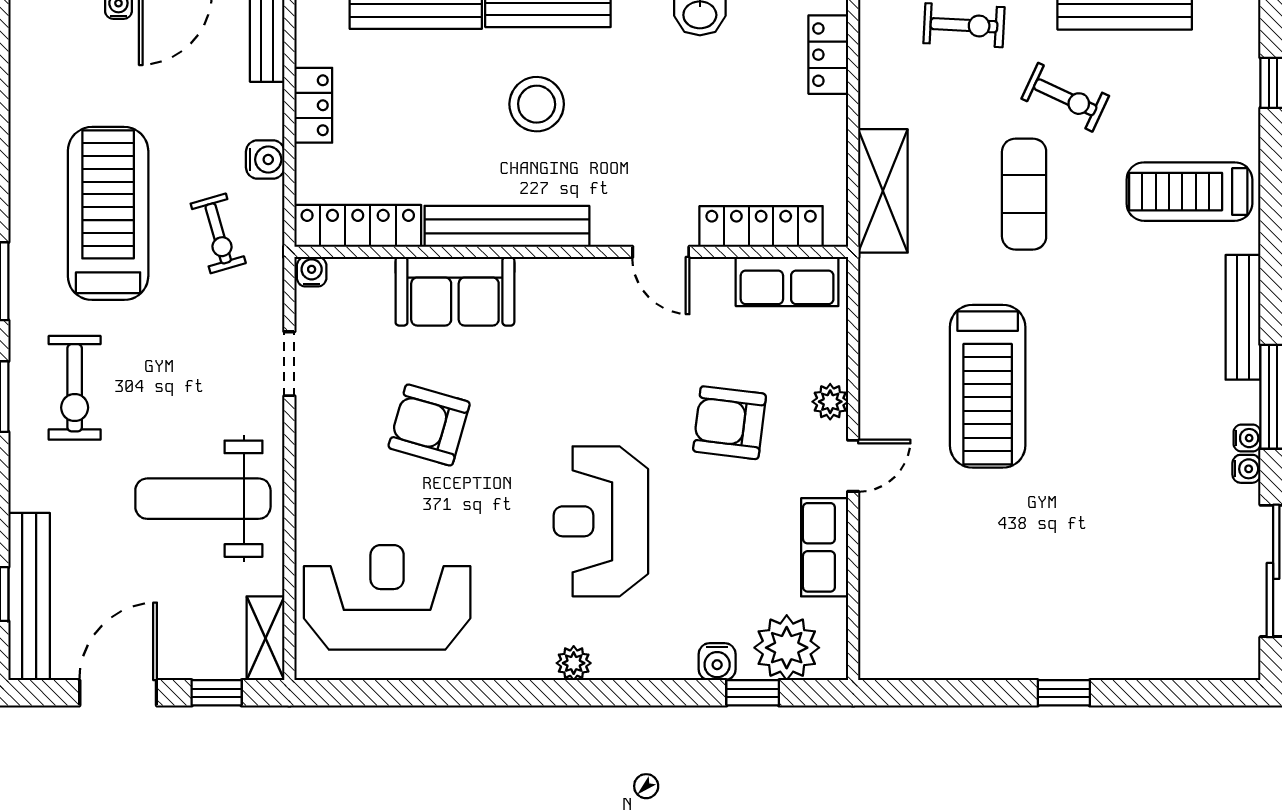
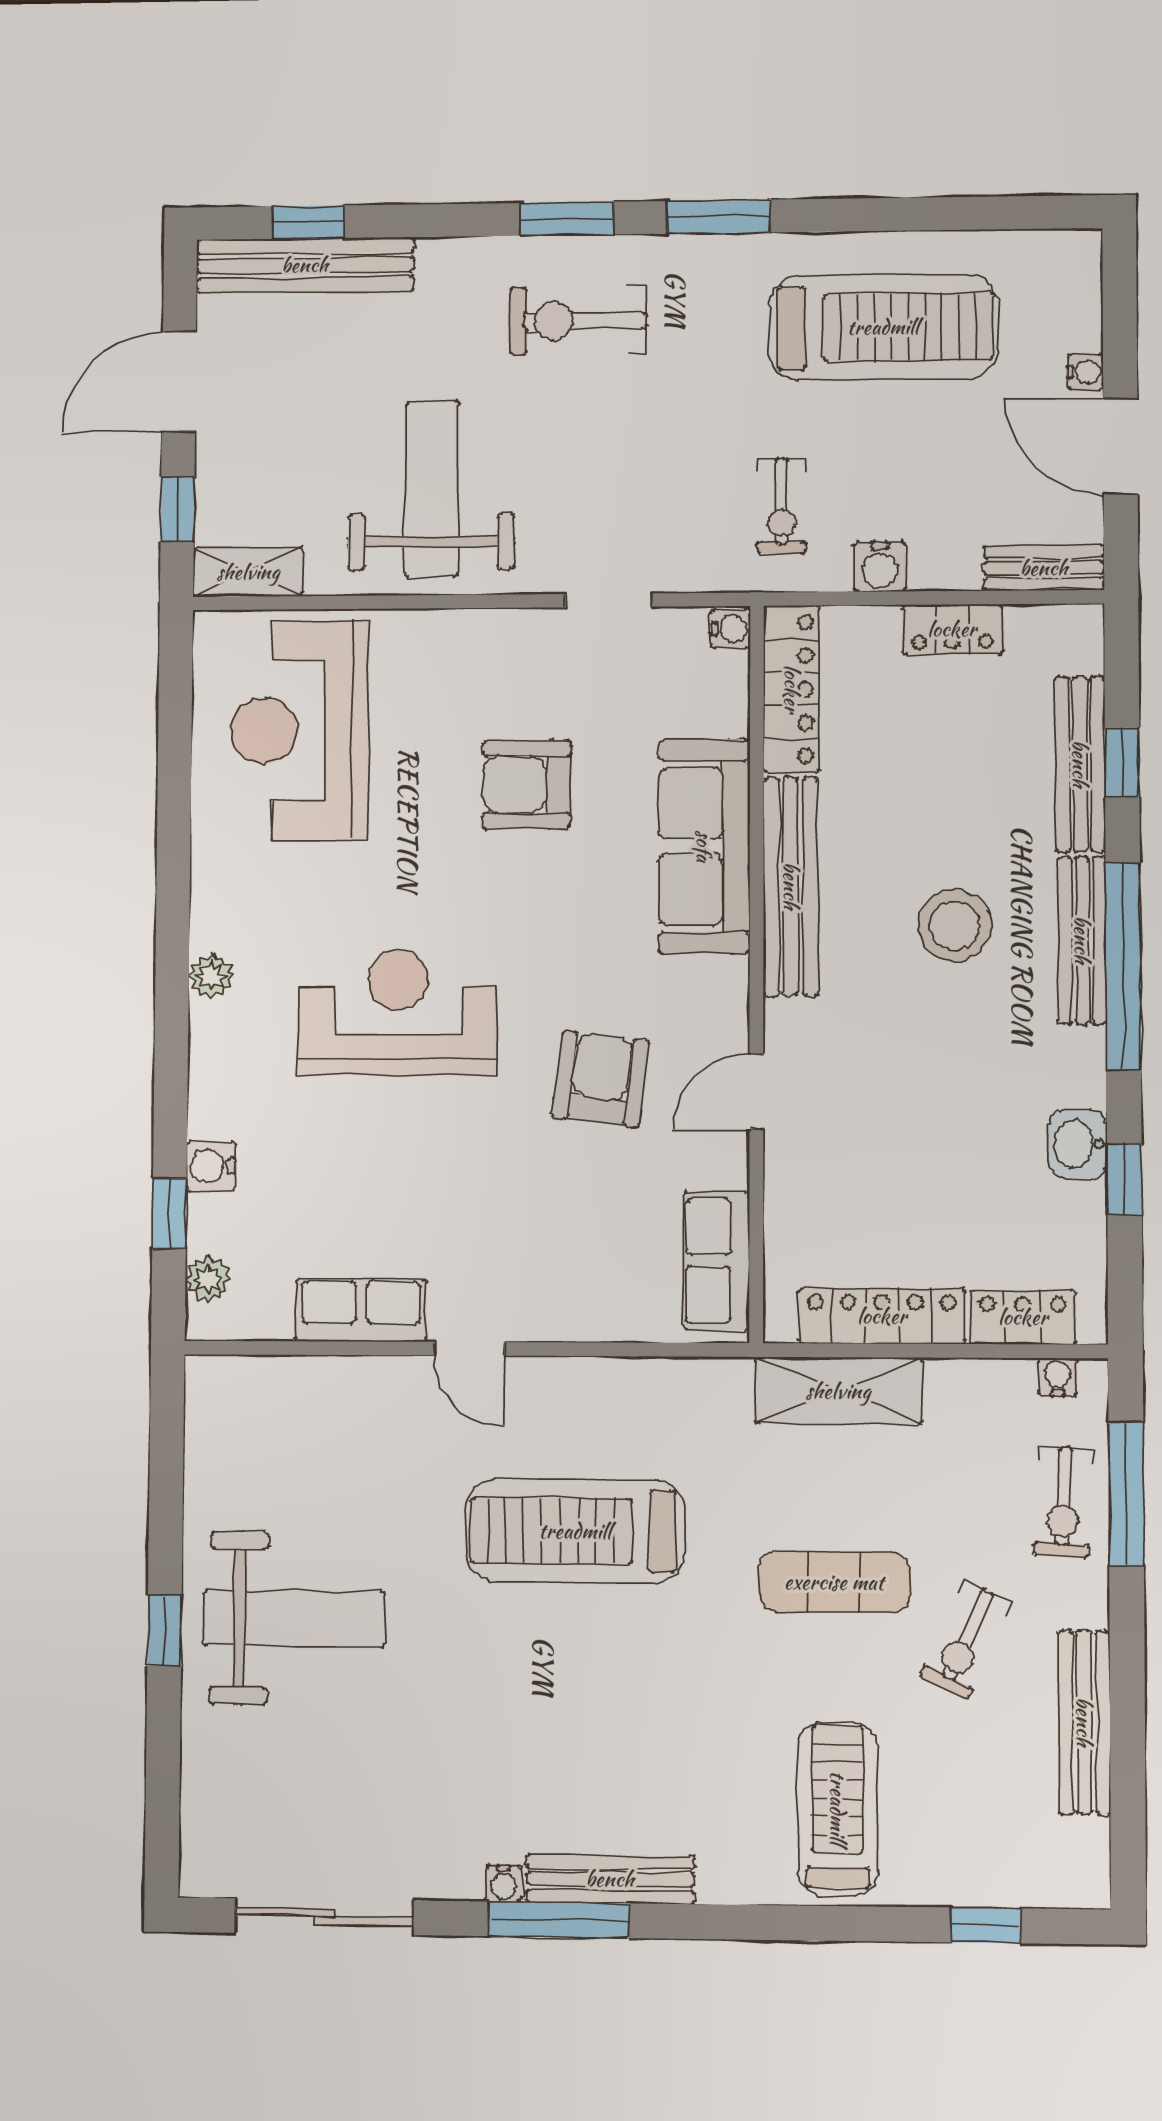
treadmill: (108, 213) -> (883, 327), moved
locker: (761, 226) -> (882, 1316), moved, turned -90
exercise bike: (218, 233) -> (782, 506), turned -74
sofa: (455, 291) -> (704, 846), width x1.36
bench: (1243, 317) -> (610, 1879), moved
plant: (830, 402) -> (555, 1318), removed
armchair: (730, 423) -> (600, 1079), moved
armchair: (429, 425) -> (527, 784), turned -106
water cooler: (1246, 469) -> (1058, 1377), moved, turned 180
weight bench: (1054, 596) -> (294, 1618), added
reception desk: (387, 597) -> (300, 730), turned 180
plant: (787, 648) -> (208, 1279), width x0.53, depth x0.53
door: (118, 693) -> (179, 382), swing flipped

